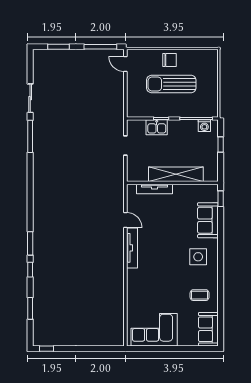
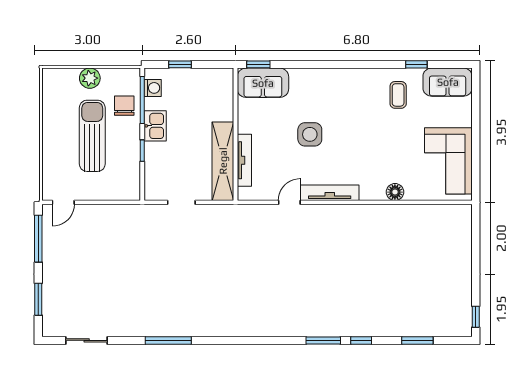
chair: (169, 60) -> (124, 106), moved
plant: (211, 82) -> (90, 78), added
sun lounger: (171, 84) -> (92, 136), turned 180
sliding door: (30, 98) -> (87, 340), moved
kitchen sink: (157, 127) -> (155, 126), moved
shelving: (176, 174) -> (223, 161), moved
sofa: (208, 220) -> (263, 83), moved
side table: (198, 257) -> (310, 134), moved
floor lamp: (133, 293) -> (395, 192), added
window: (221, 308) -> (416, 64), added

